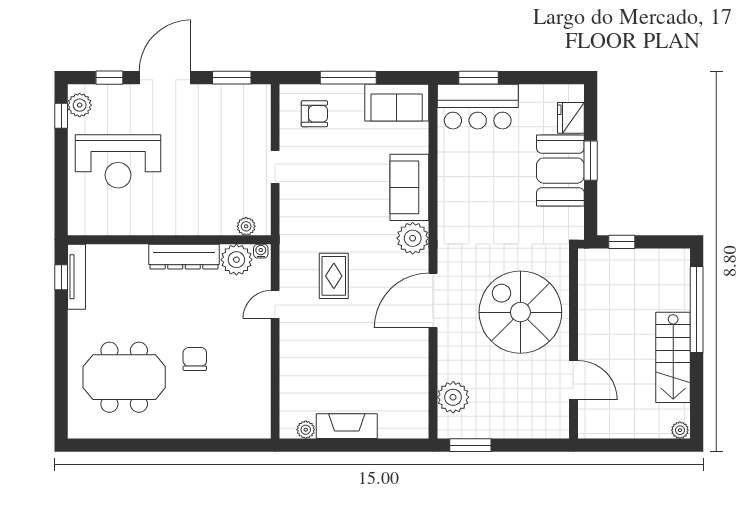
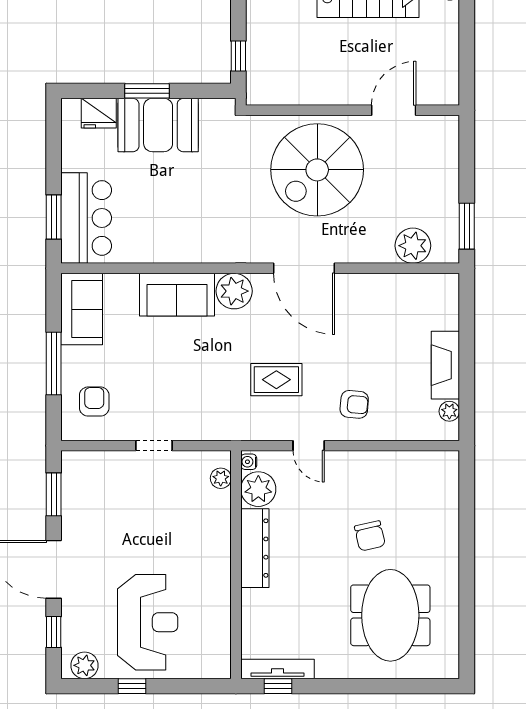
window: (61, 116) -> (132, 686), moved
armchair: (312, 345) -> (354, 404), added
chair: (195, 359) -> (370, 536), turned -103

